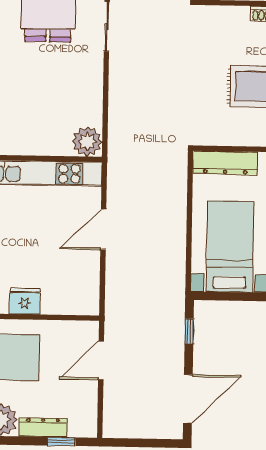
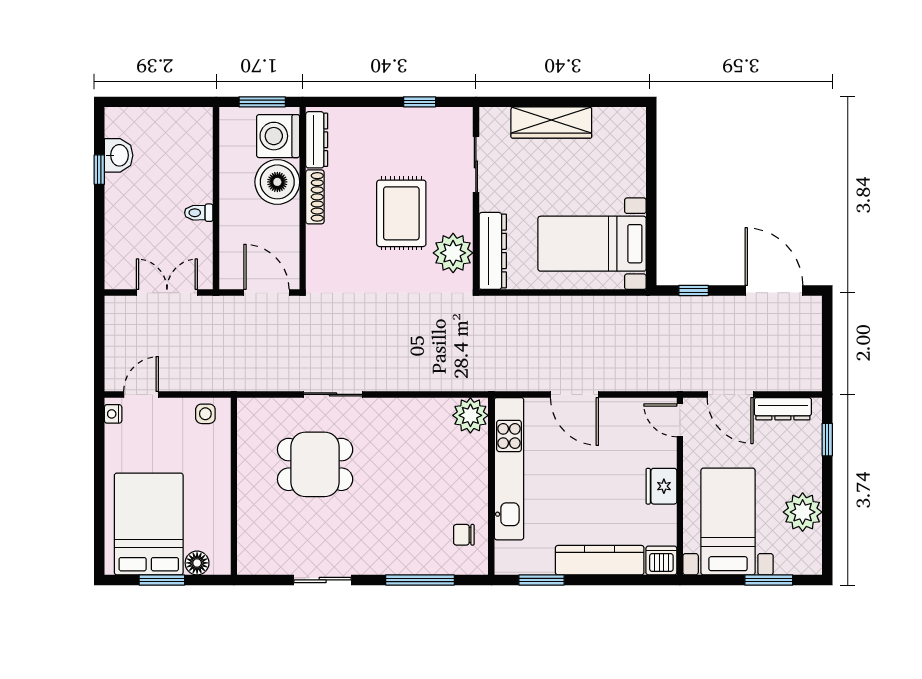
plant: (224, 129) -> (453, 253), added
door: (80, 318) -> (680, 420), added
dresser: (43, 427) -> (783, 409), moved, turned -90

